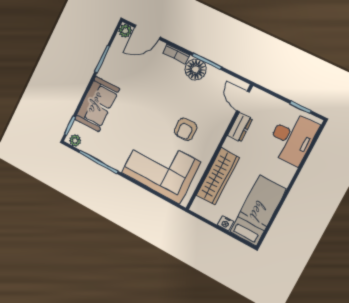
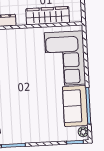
sofa: (97, 104) -> (75, 106), moved, turned -90
armchair: (186, 129) -> (28, 57), removed

